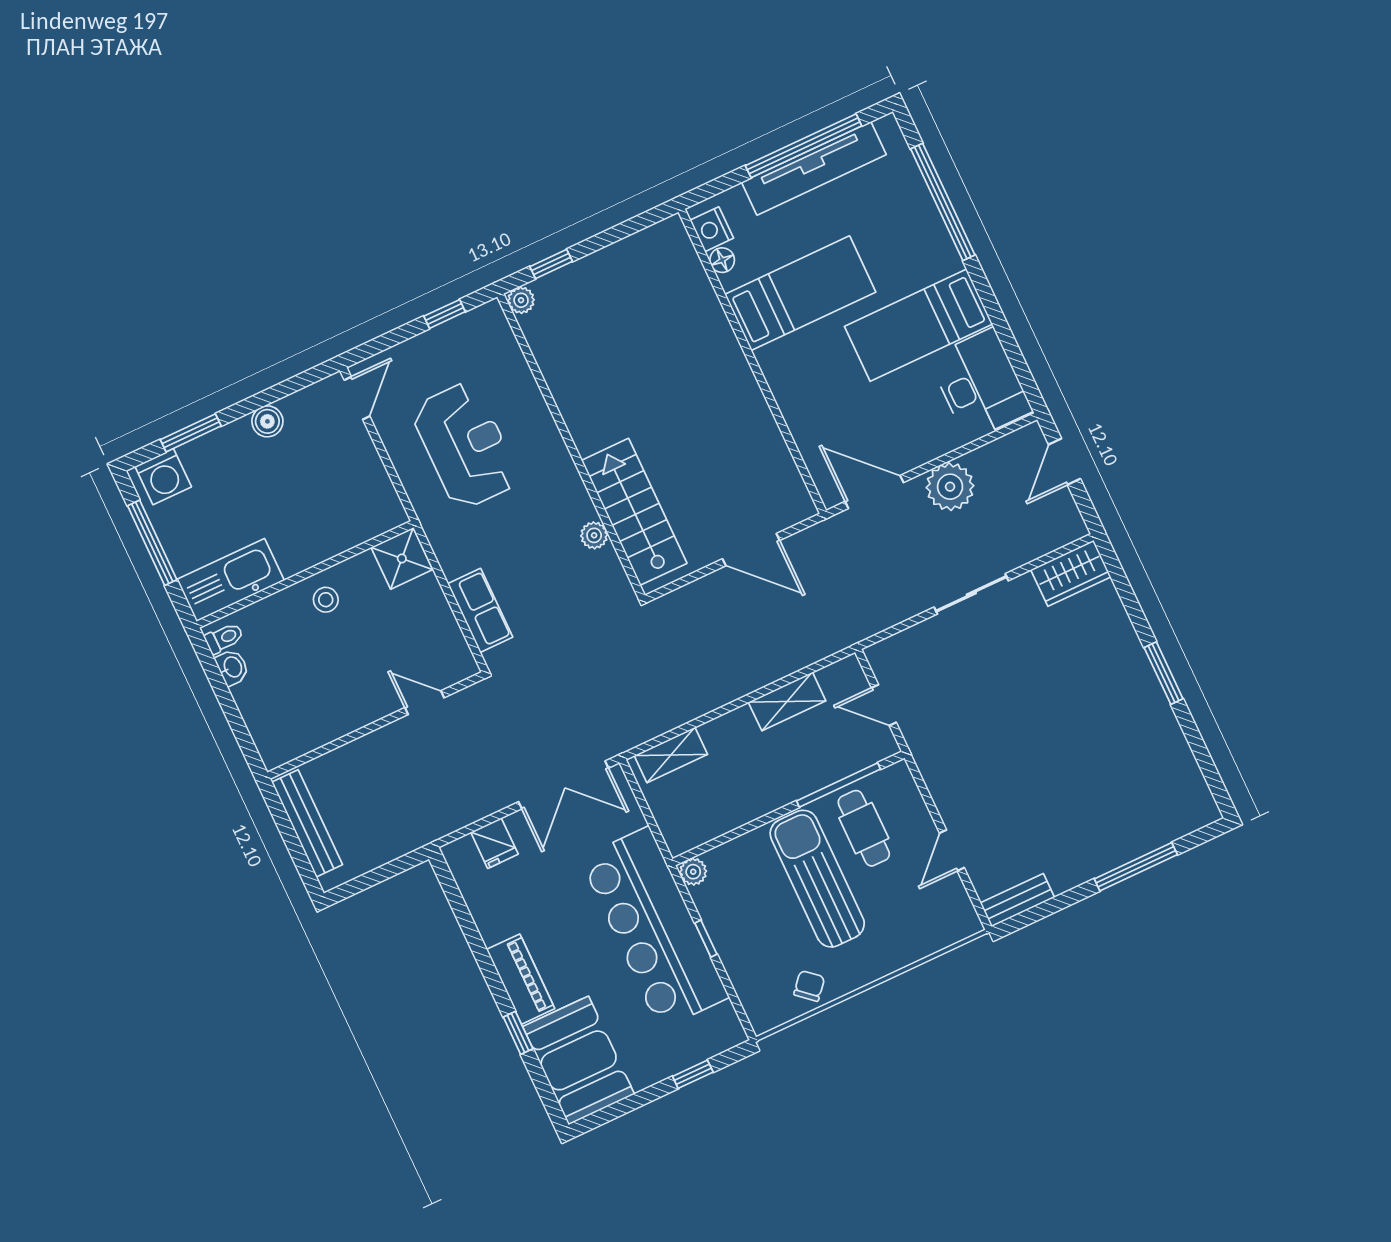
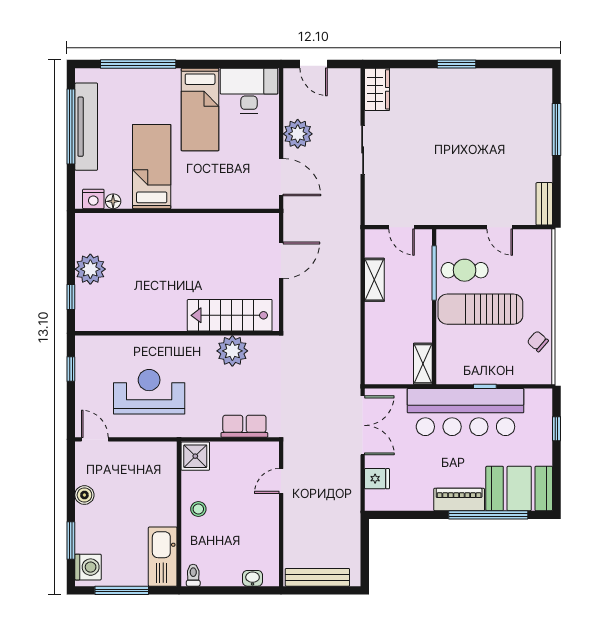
plant: (521, 300) -> (90, 269), moved, width x1.87, depth x1.87
door: (874, 492) -> (281, 177), swing flipped
plant: (594, 535) -> (232, 351), width x1.87, depth x1.87
washbasin: (232, 667) -> (253, 578), moved
door: (884, 705) -> (402, 227), hinge flipped
shelving: (671, 755) -> (423, 364), moved
plant: (693, 872) -> (444, 376), removed
window: (518, 1033) -> (488, 515), width x3.17

